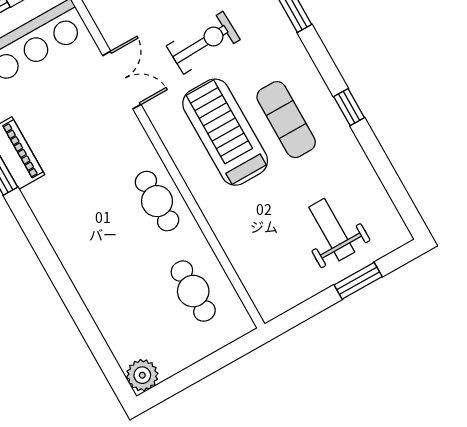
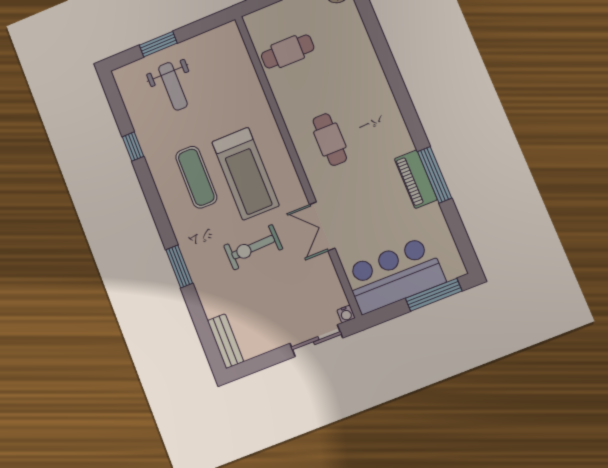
window: (349, 107) -> (133, 147), moved
cafe table: (157, 201) -> (330, 140), moved
cafe table: (193, 291) -> (288, 52), turned 90

